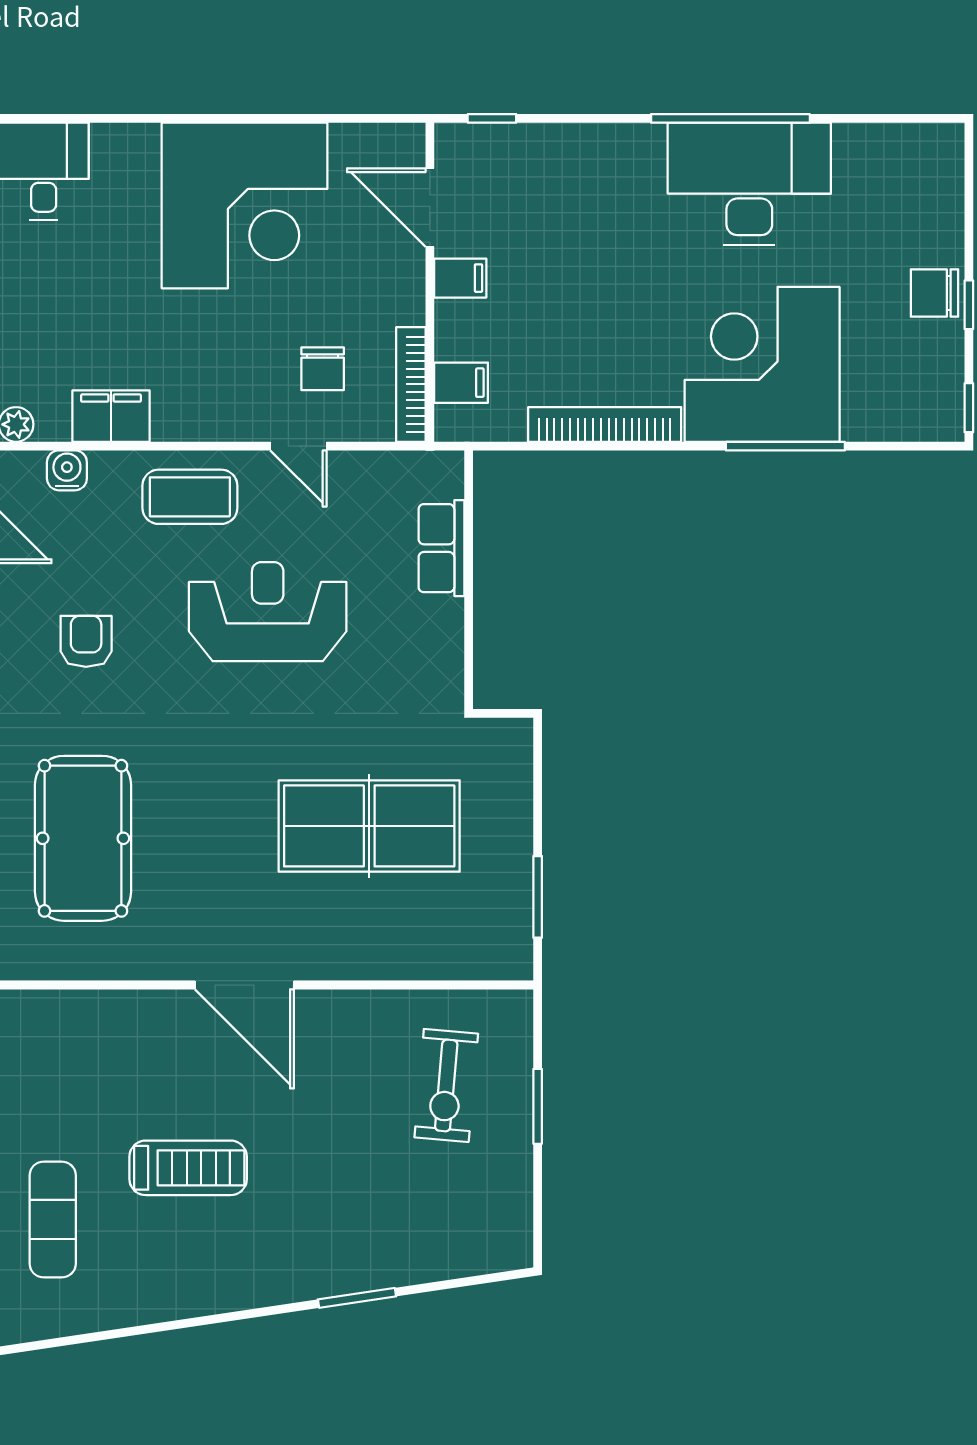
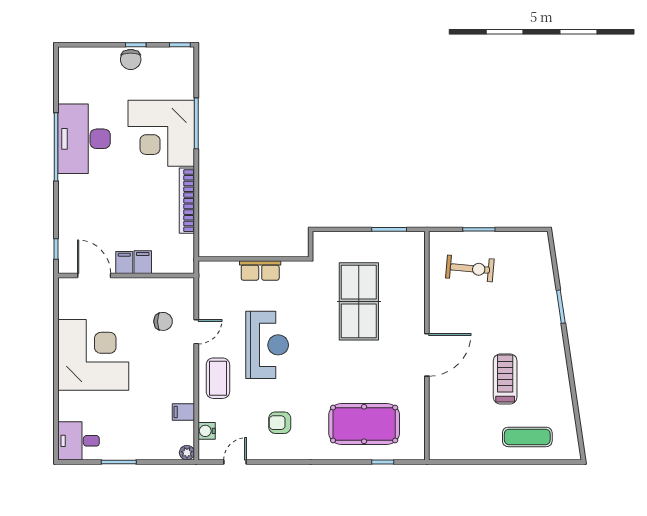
door: (430, 208) -> (94, 276), swing flipped
filing cabinet: (461, 383) -> (143, 262), moved
bookcase: (411, 384) -> (170, 284), removed
filing cabinet: (111, 416) -> (183, 412), width x0.50
row of seats: (441, 548) -> (260, 271), moved
reception desk: (268, 612) -> (267, 345), turned 180

